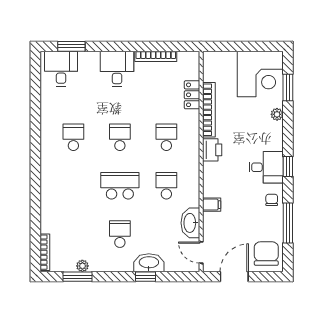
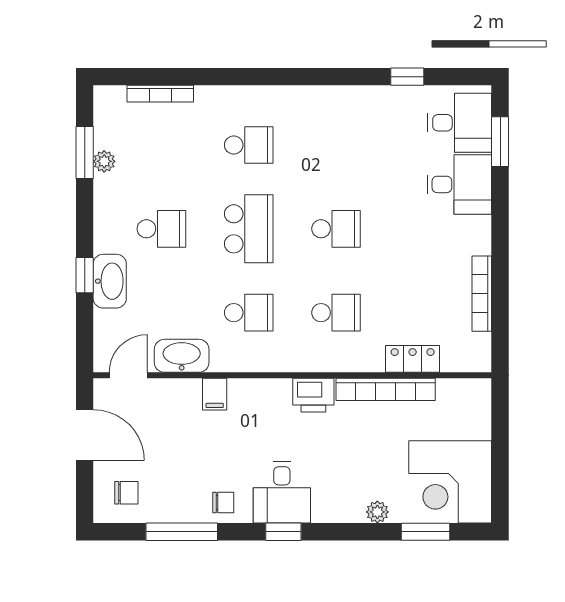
desk: (117, 69) -> (459, 184), moved
window: (35, 98) -> (407, 77), added
school desk: (73, 137) -> (249, 145), moved
bookcase: (45, 252) -> (160, 94), moved
chair: (266, 254) -> (126, 493), width x0.54, depth x0.54

